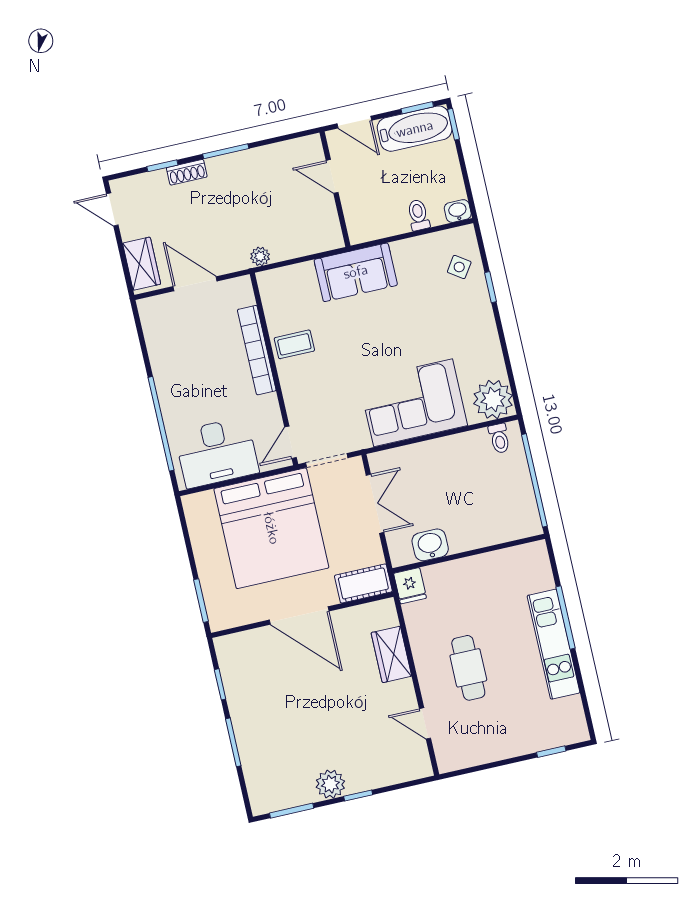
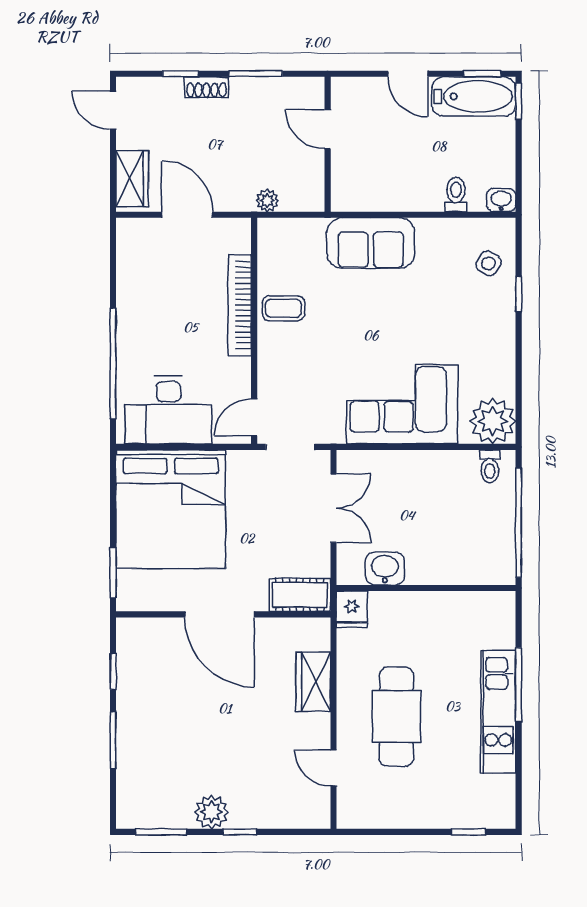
door: (332, 176) -> (328, 129), moved
wall: (335, 189) -> (328, 144), moved
bed: (271, 528) -> (171, 509), moved
cafe table: (468, 668) -> (396, 717), width x1.37, depth x1.35

